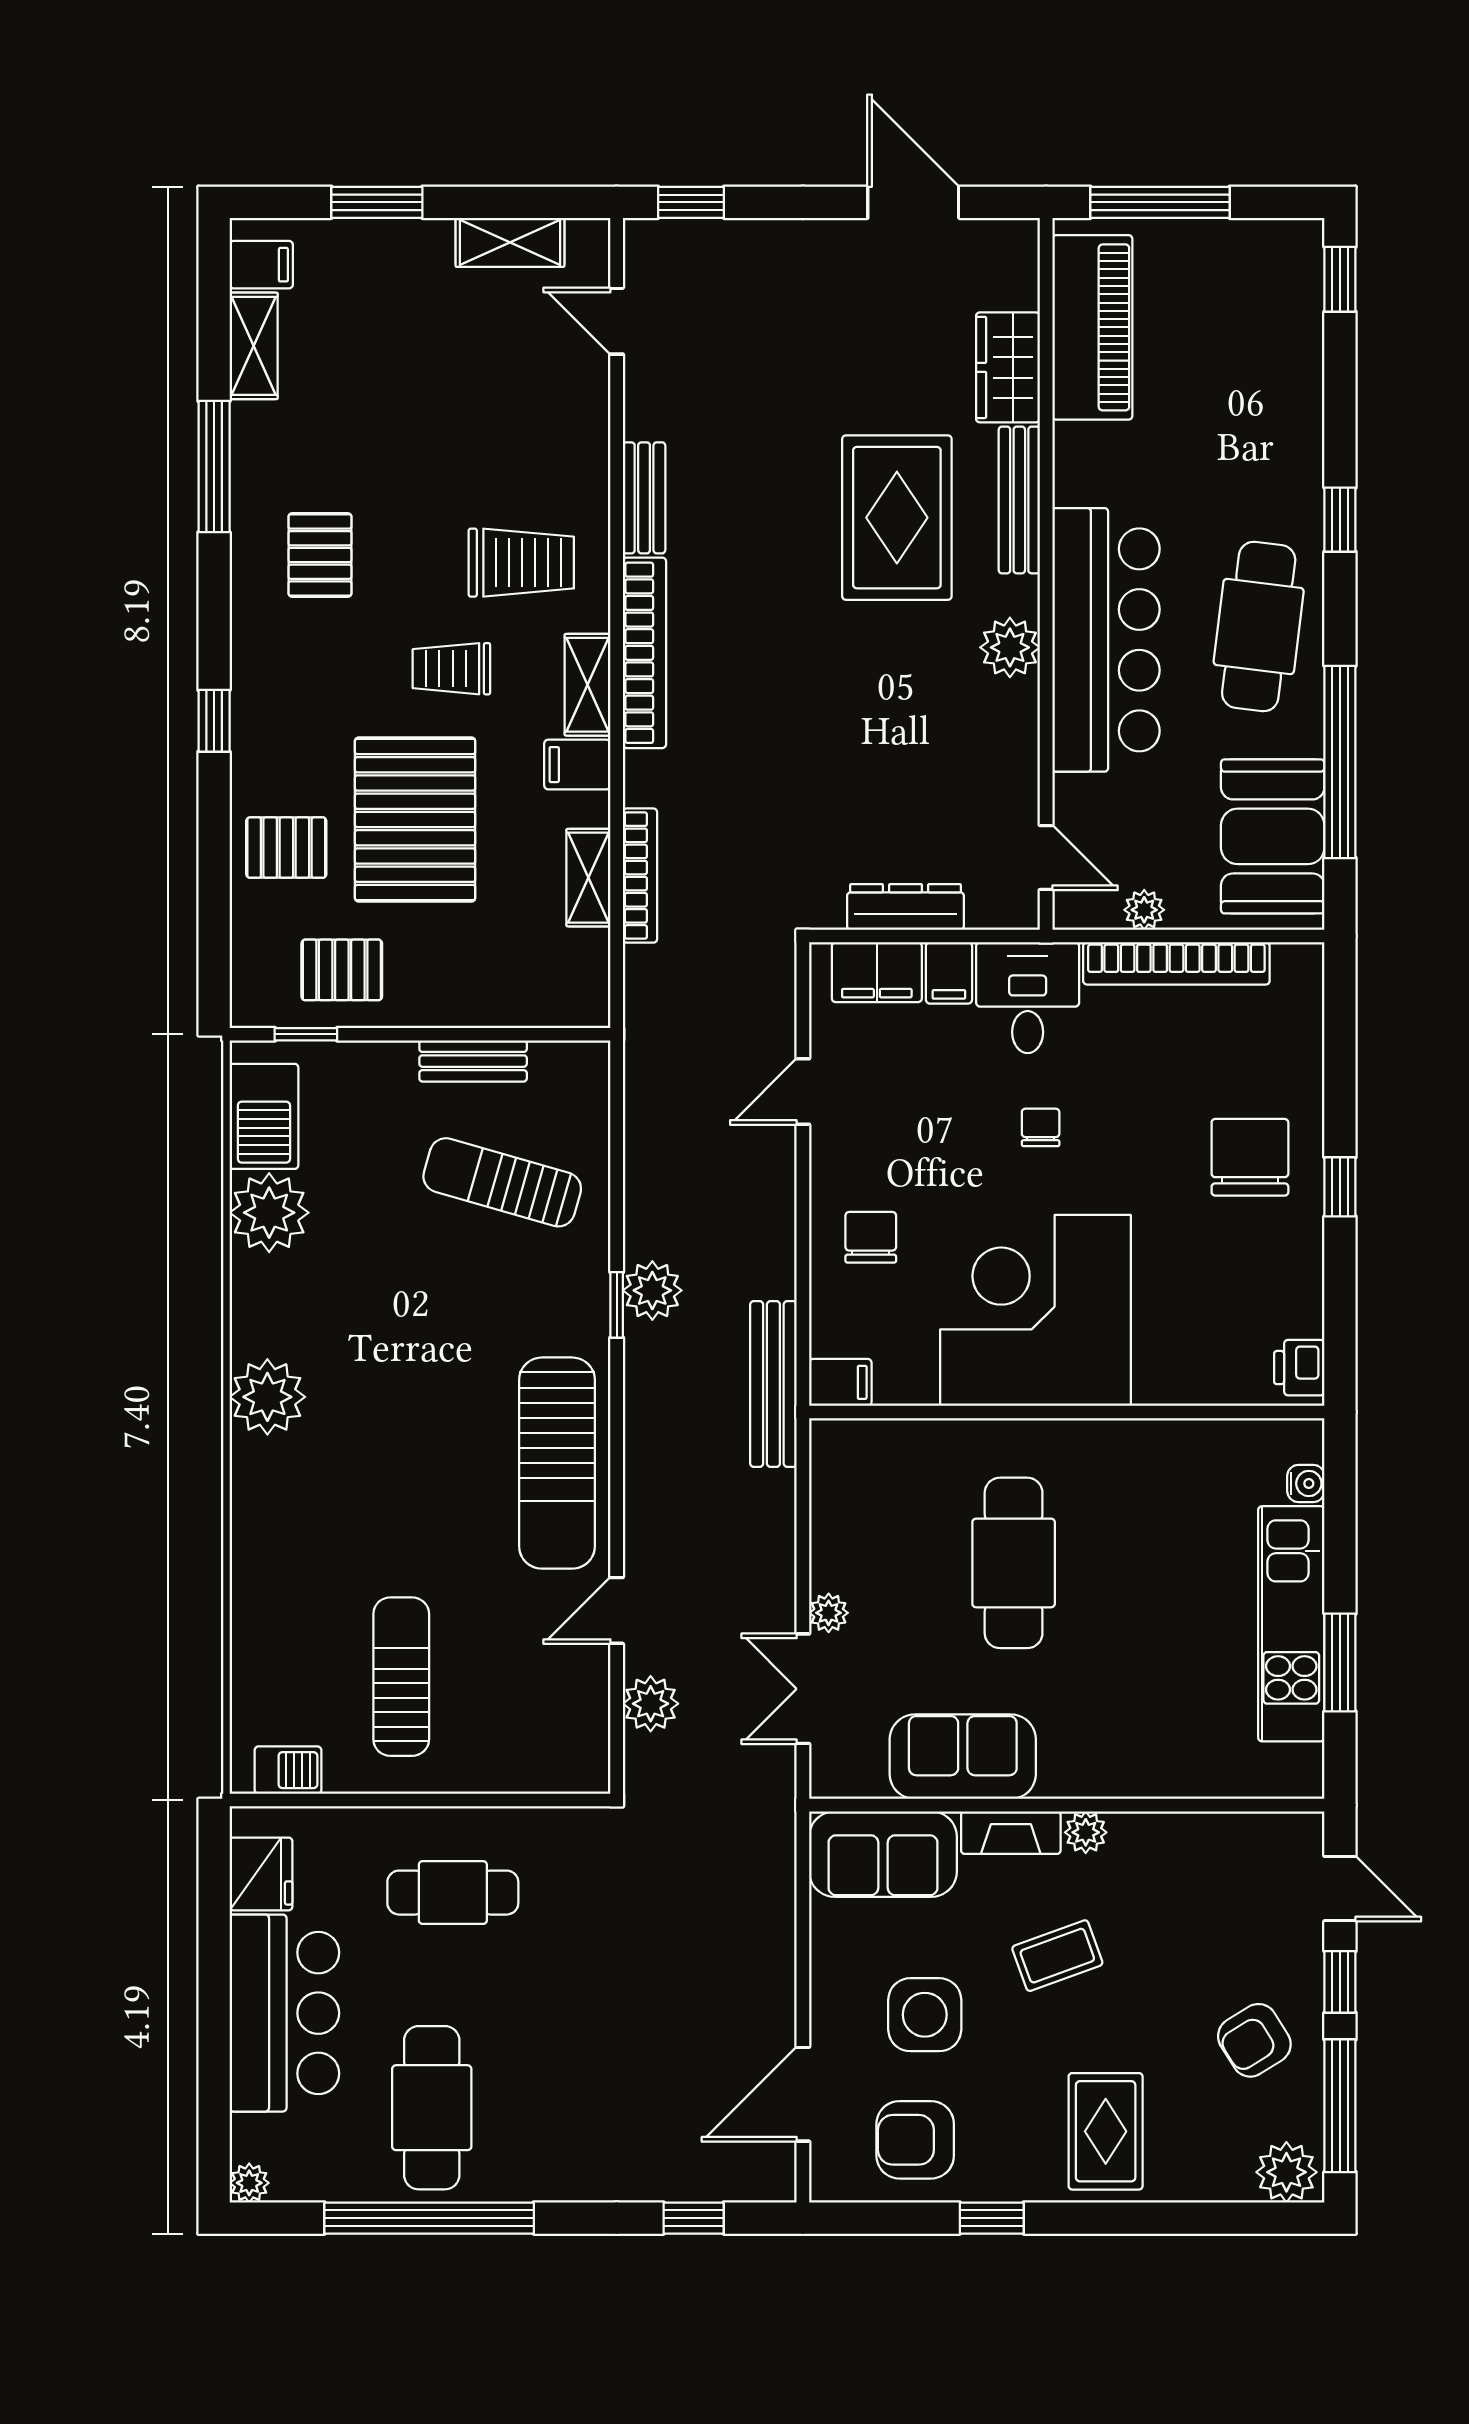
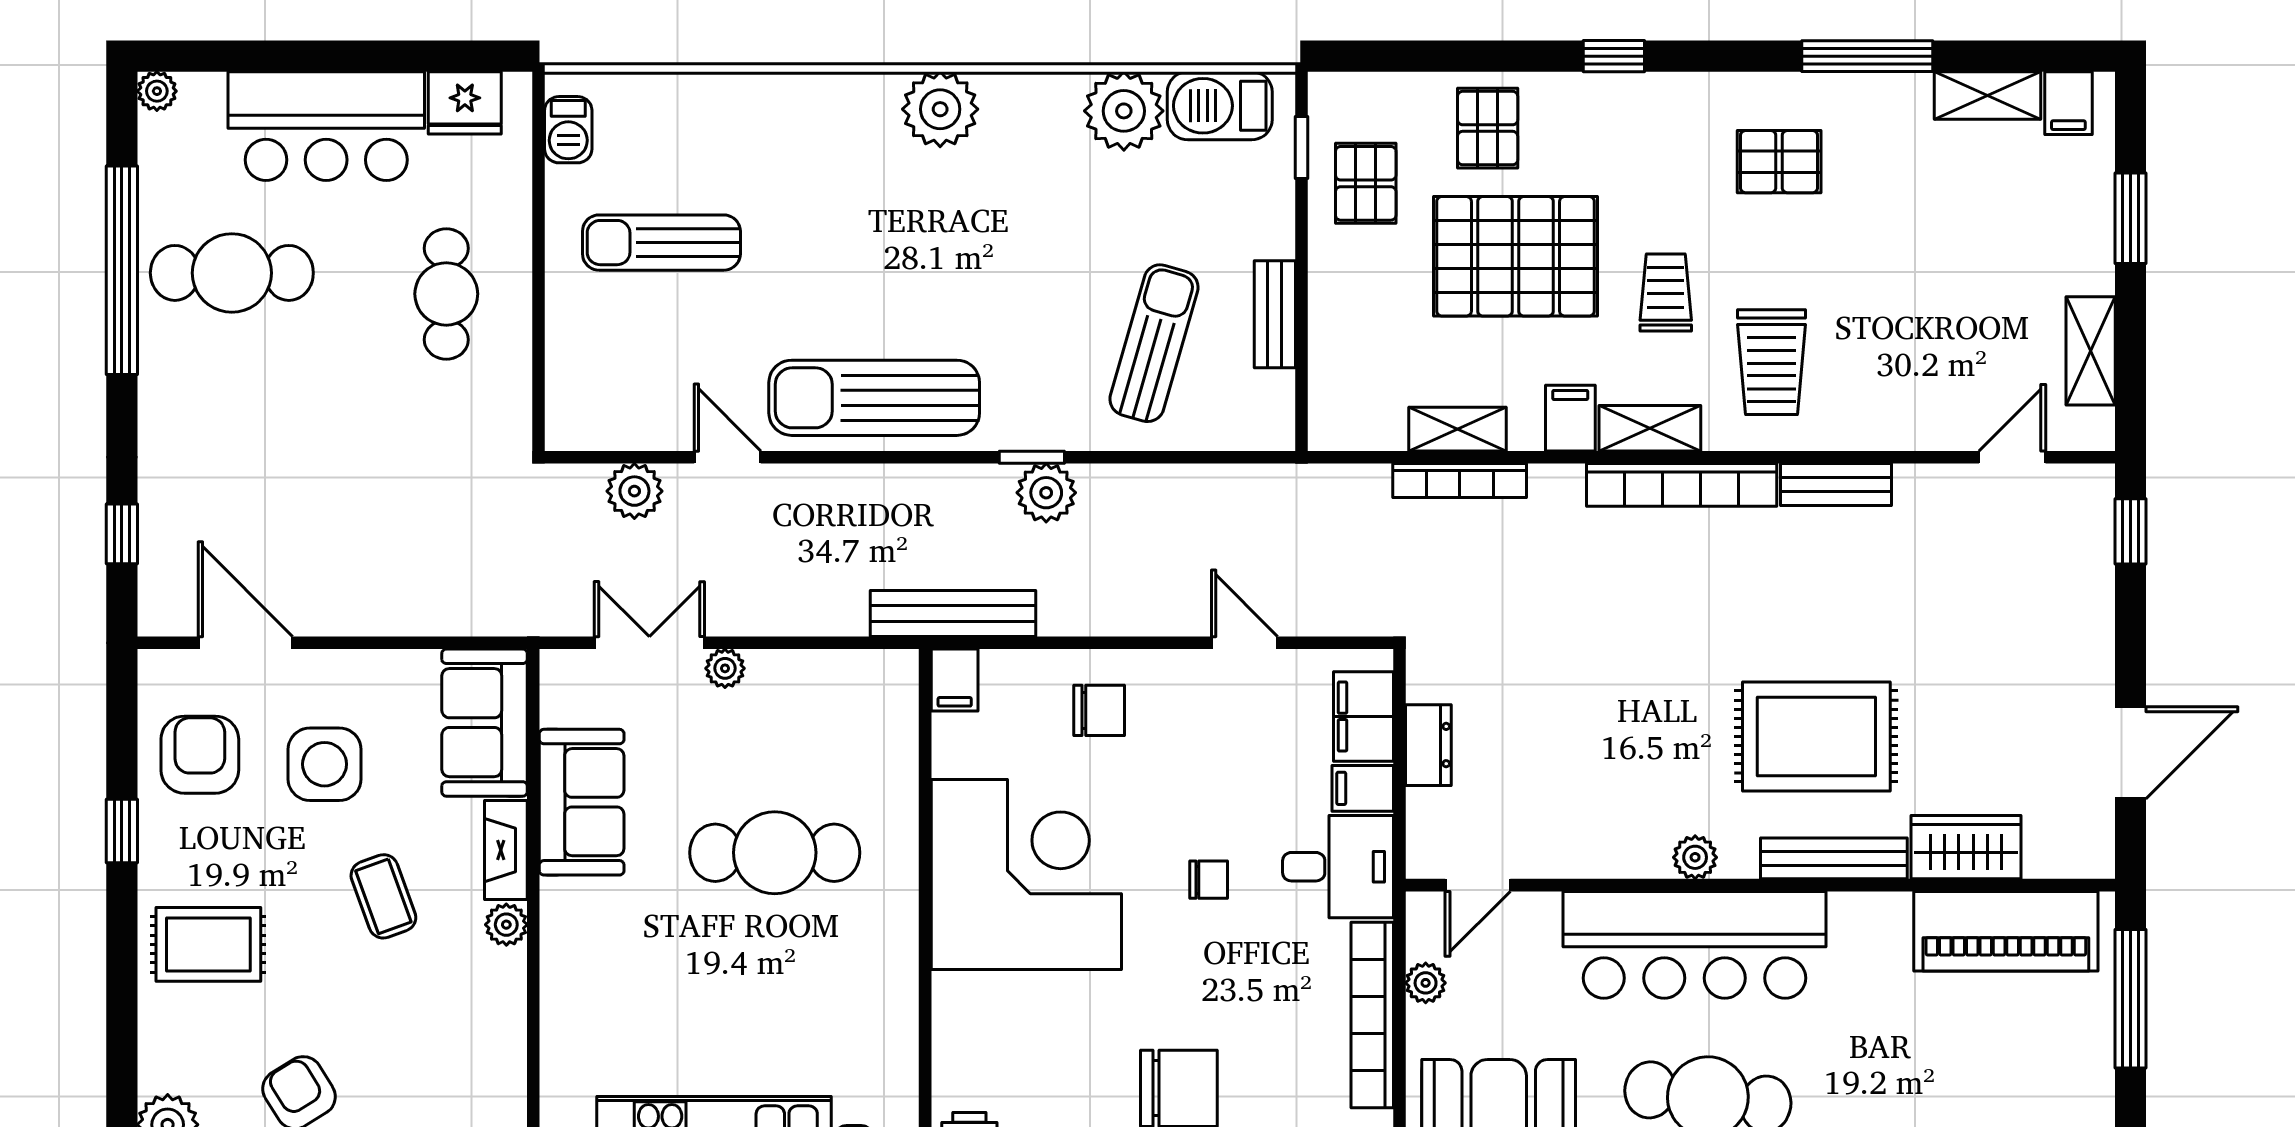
plant: (1010, 647) -> (1695, 857), width x0.73, depth x0.73
dresser: (905, 907) -> (1428, 745), width x0.70
sun lounger: (401, 1677) -> (661, 243), turned 180

